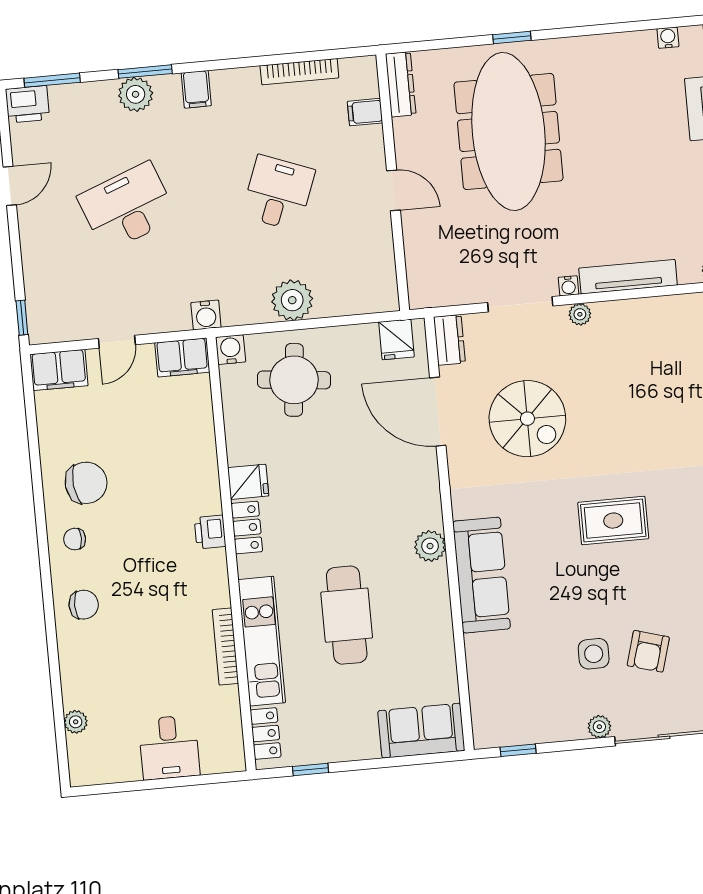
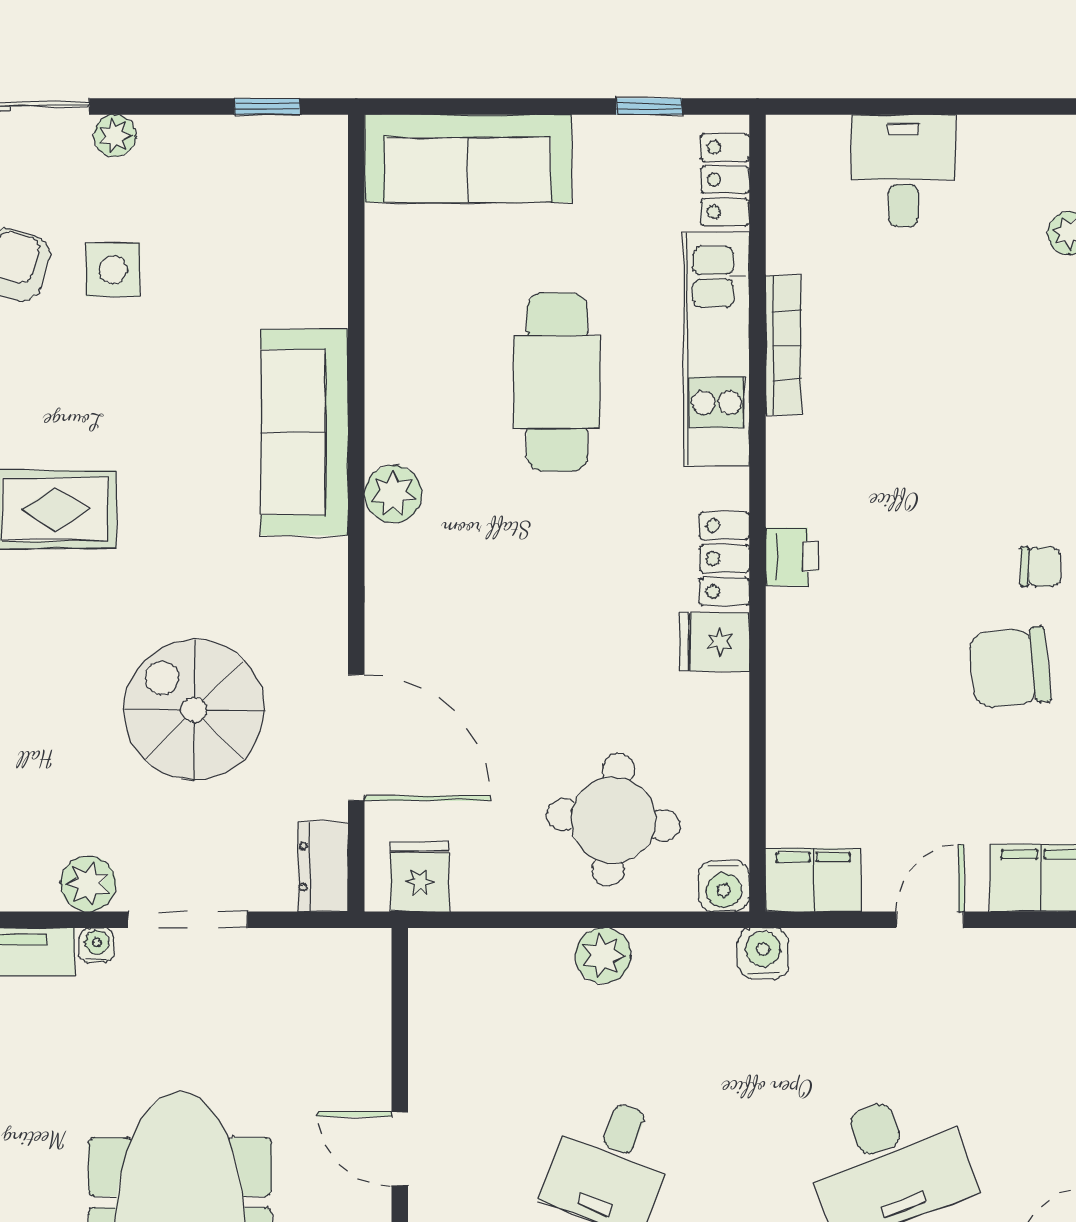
plant: (292, 300) -> (603, 956), width x0.73, depth x0.73
plant: (580, 314) -> (88, 884), width x1.38, depth x1.38
chair: (84, 605) -> (1035, 446), removed
sofa: (421, 731) -> (468, 158), width x1.36

